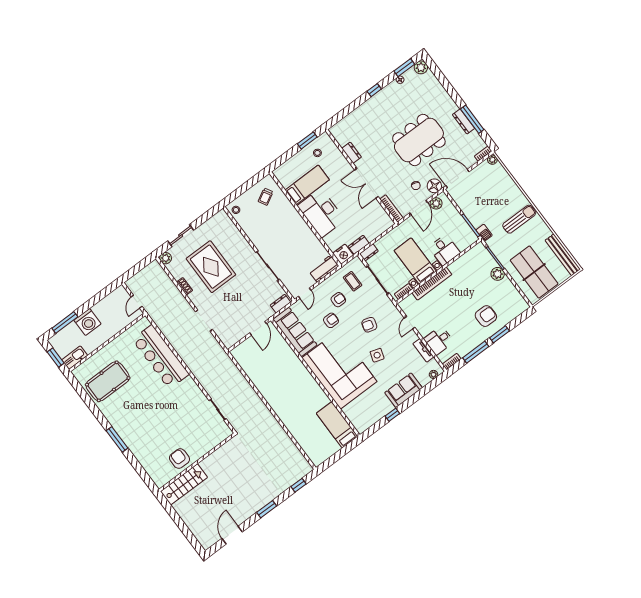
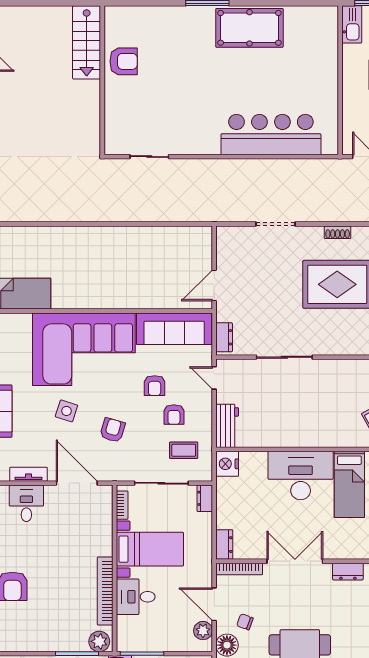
dresser: (359, 245) -> (224, 545), moved
plant: (498, 274) -> (99, 641), moved
bookcase: (432, 284) -> (105, 591), moved
door: (410, 323) -> (77, 483), width x1.87
door: (258, 328) -> (214, 285), hinge flipped
pool table: (108, 381) -> (249, 28), moved, turned 90

